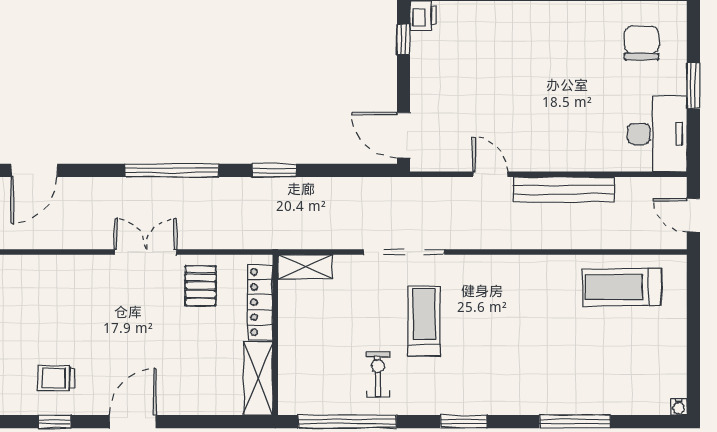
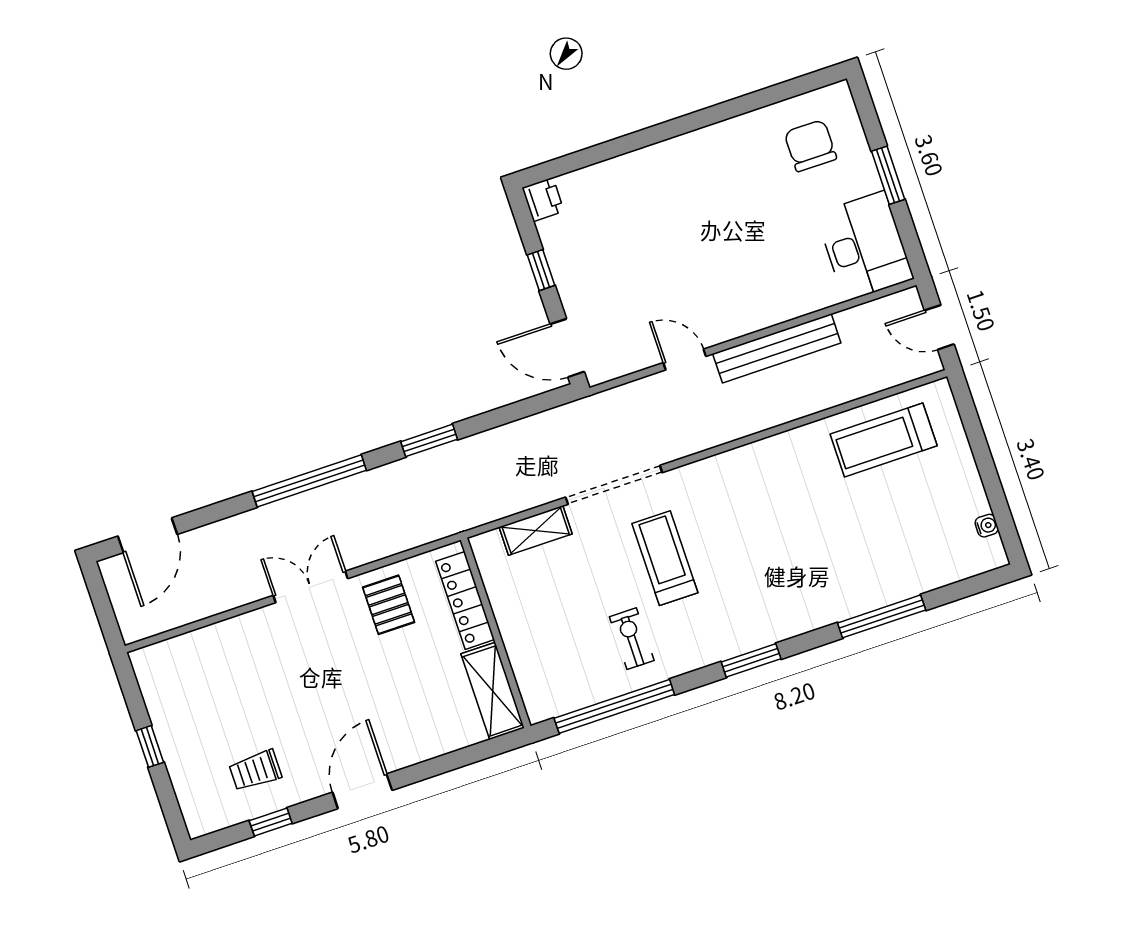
window: (403, 39) -> (541, 270), moved
shelving: (305, 267) -> (536, 530), moved
water cooler: (679, 407) -> (987, 526), moved, turned -90

